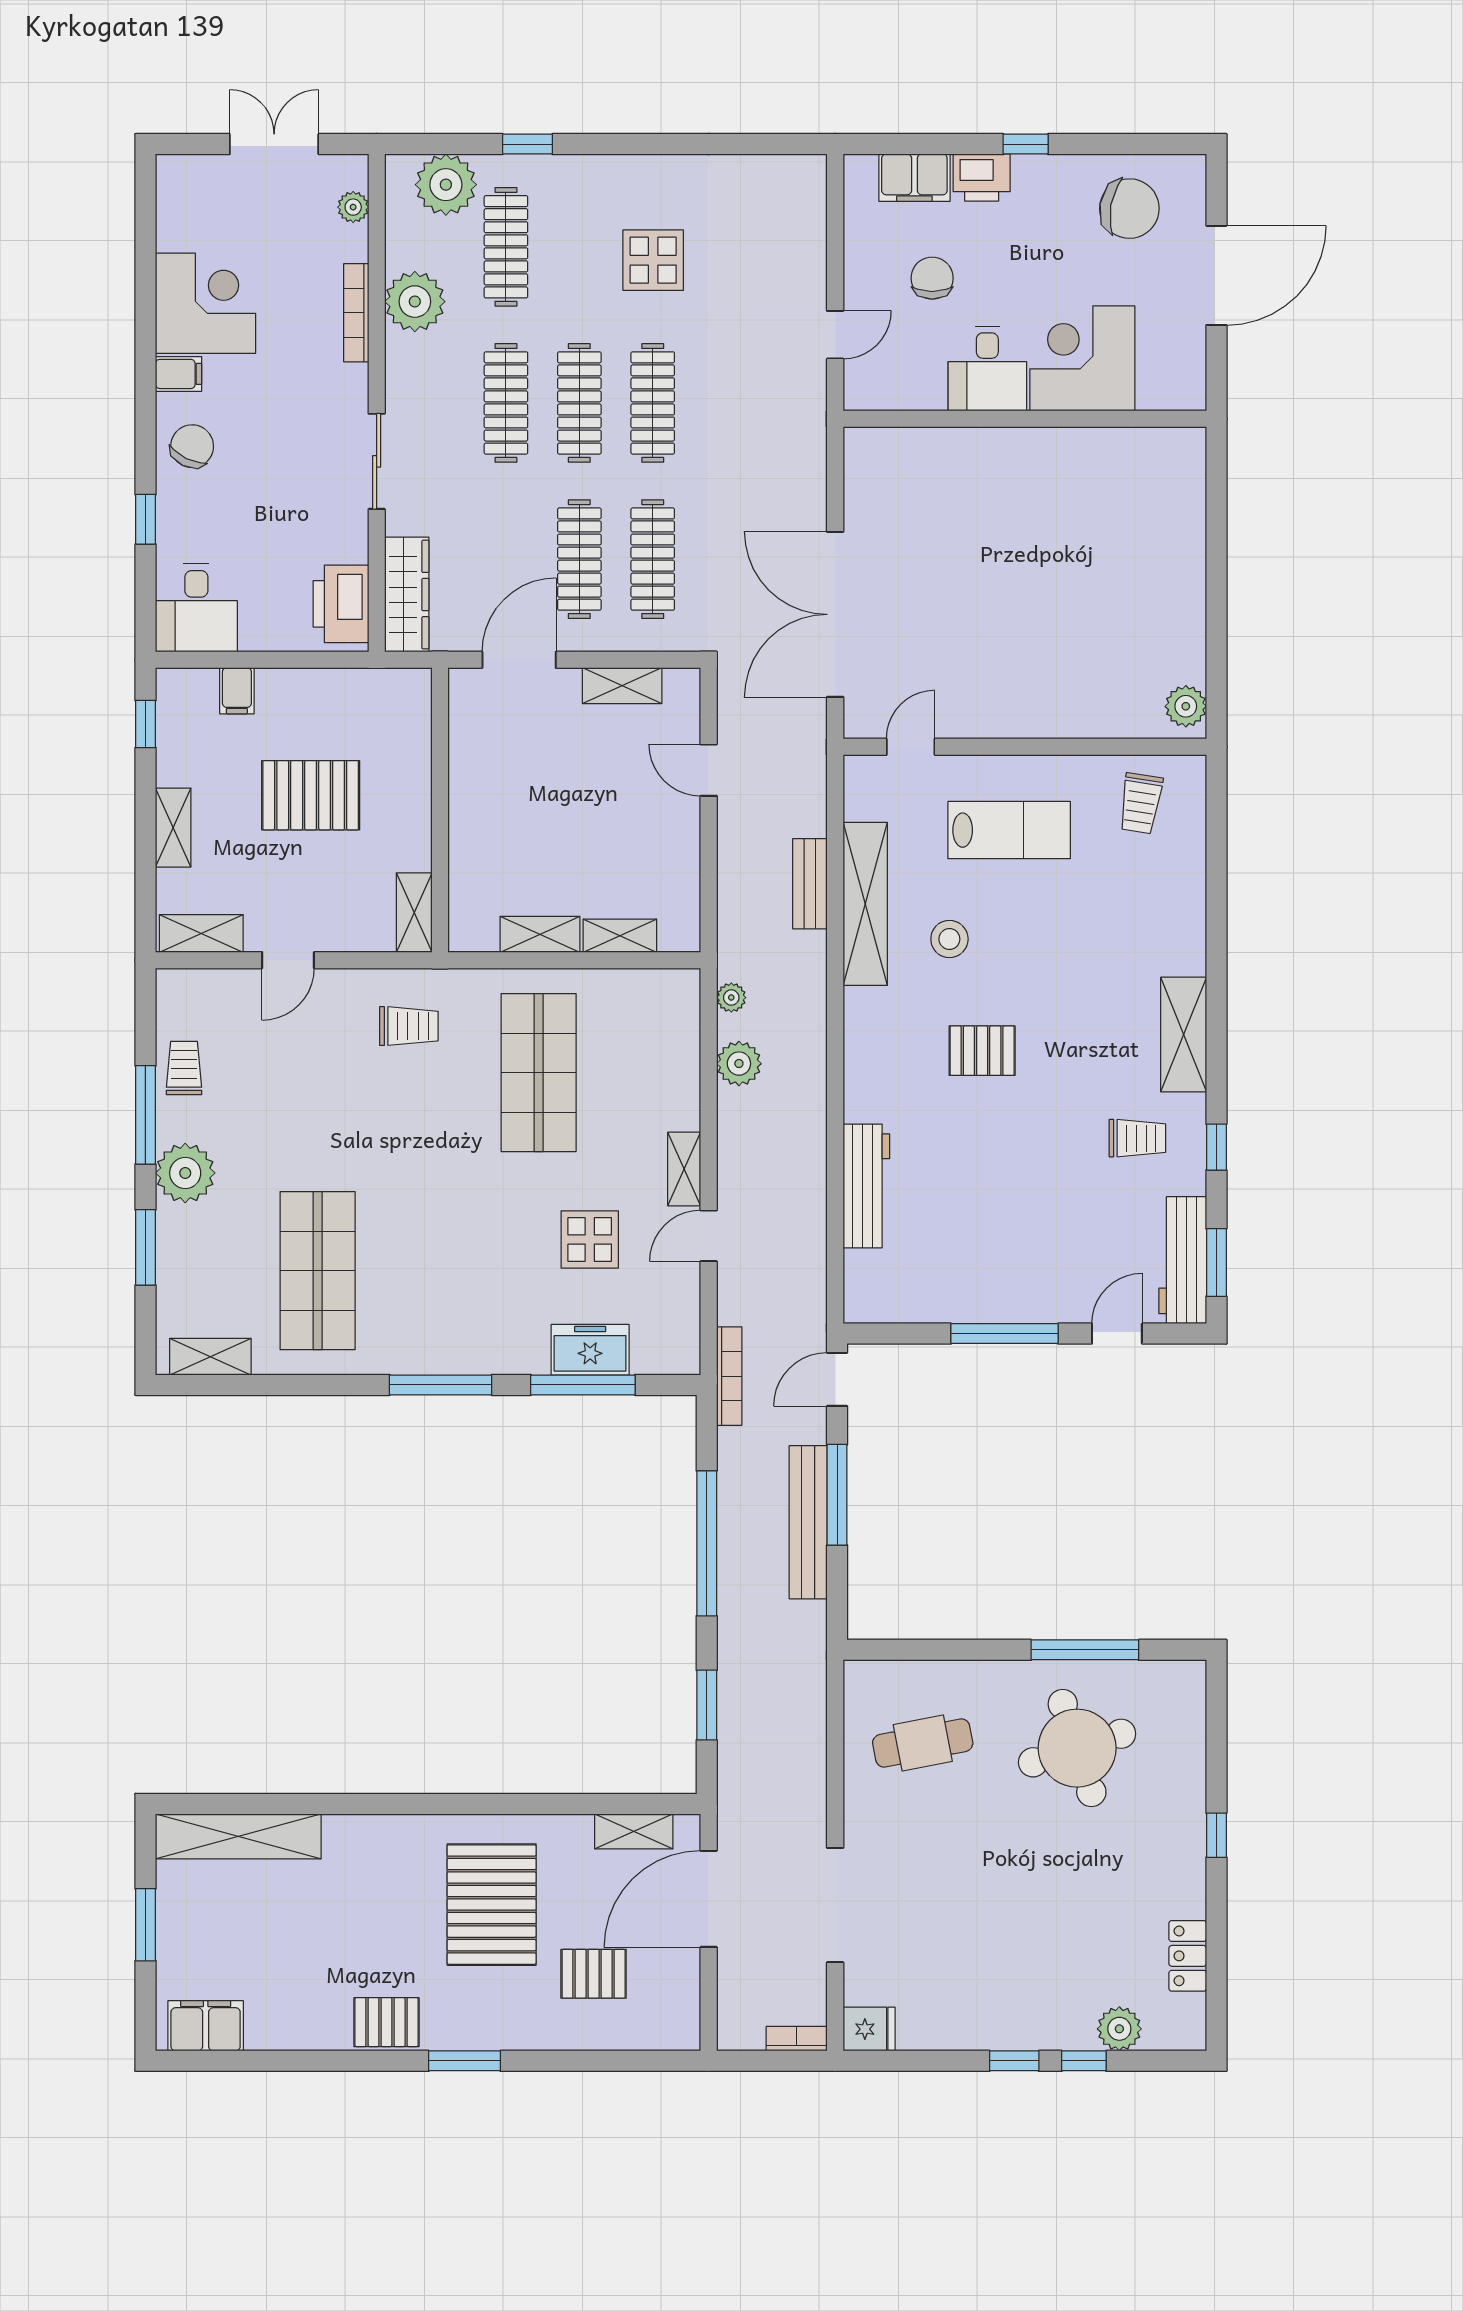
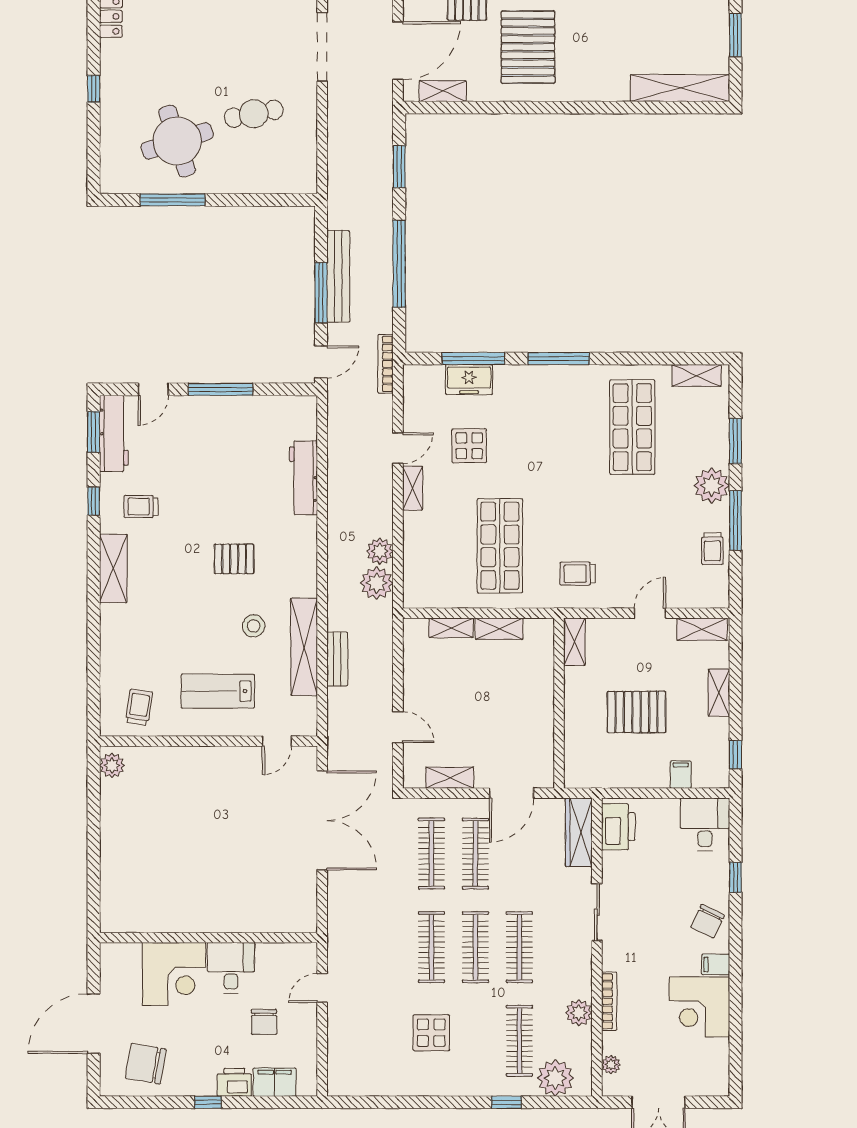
plant: (415, 302) -> (579, 1013), width x0.73, depth x0.73
plant: (731, 998) -> (377, 583), width x1.88, depth x1.88
cafe table: (923, 1743) -> (254, 114), moved

